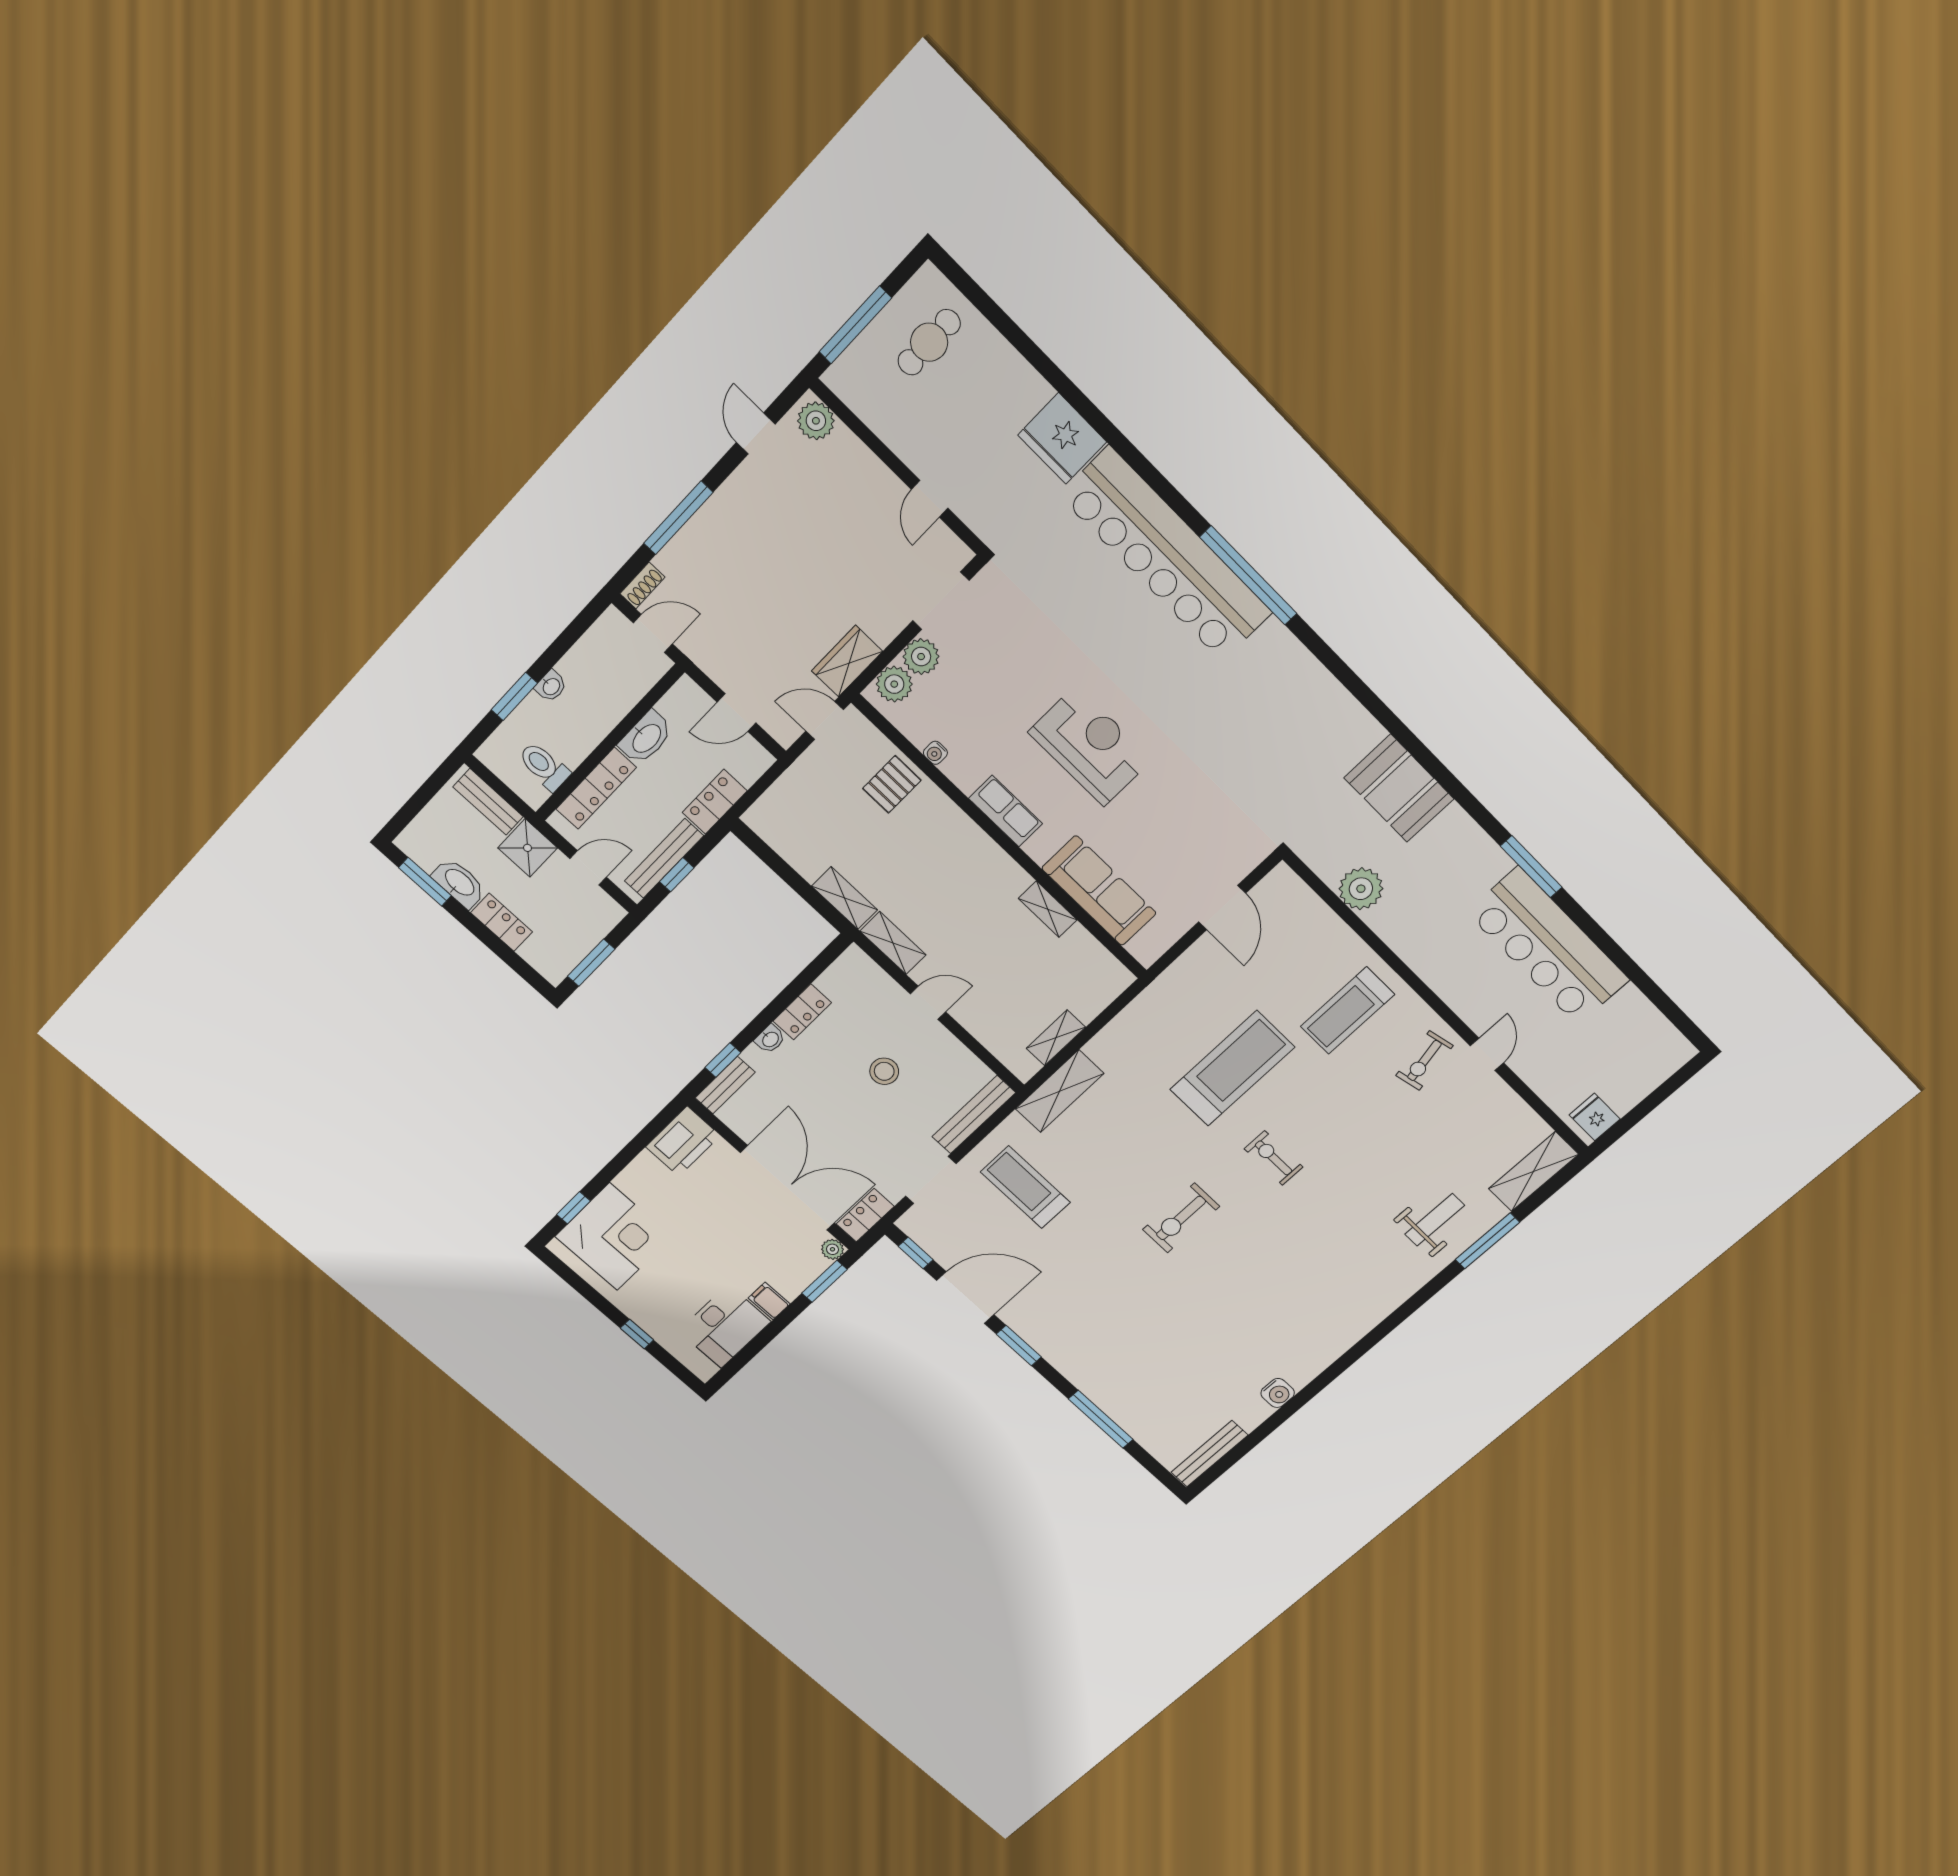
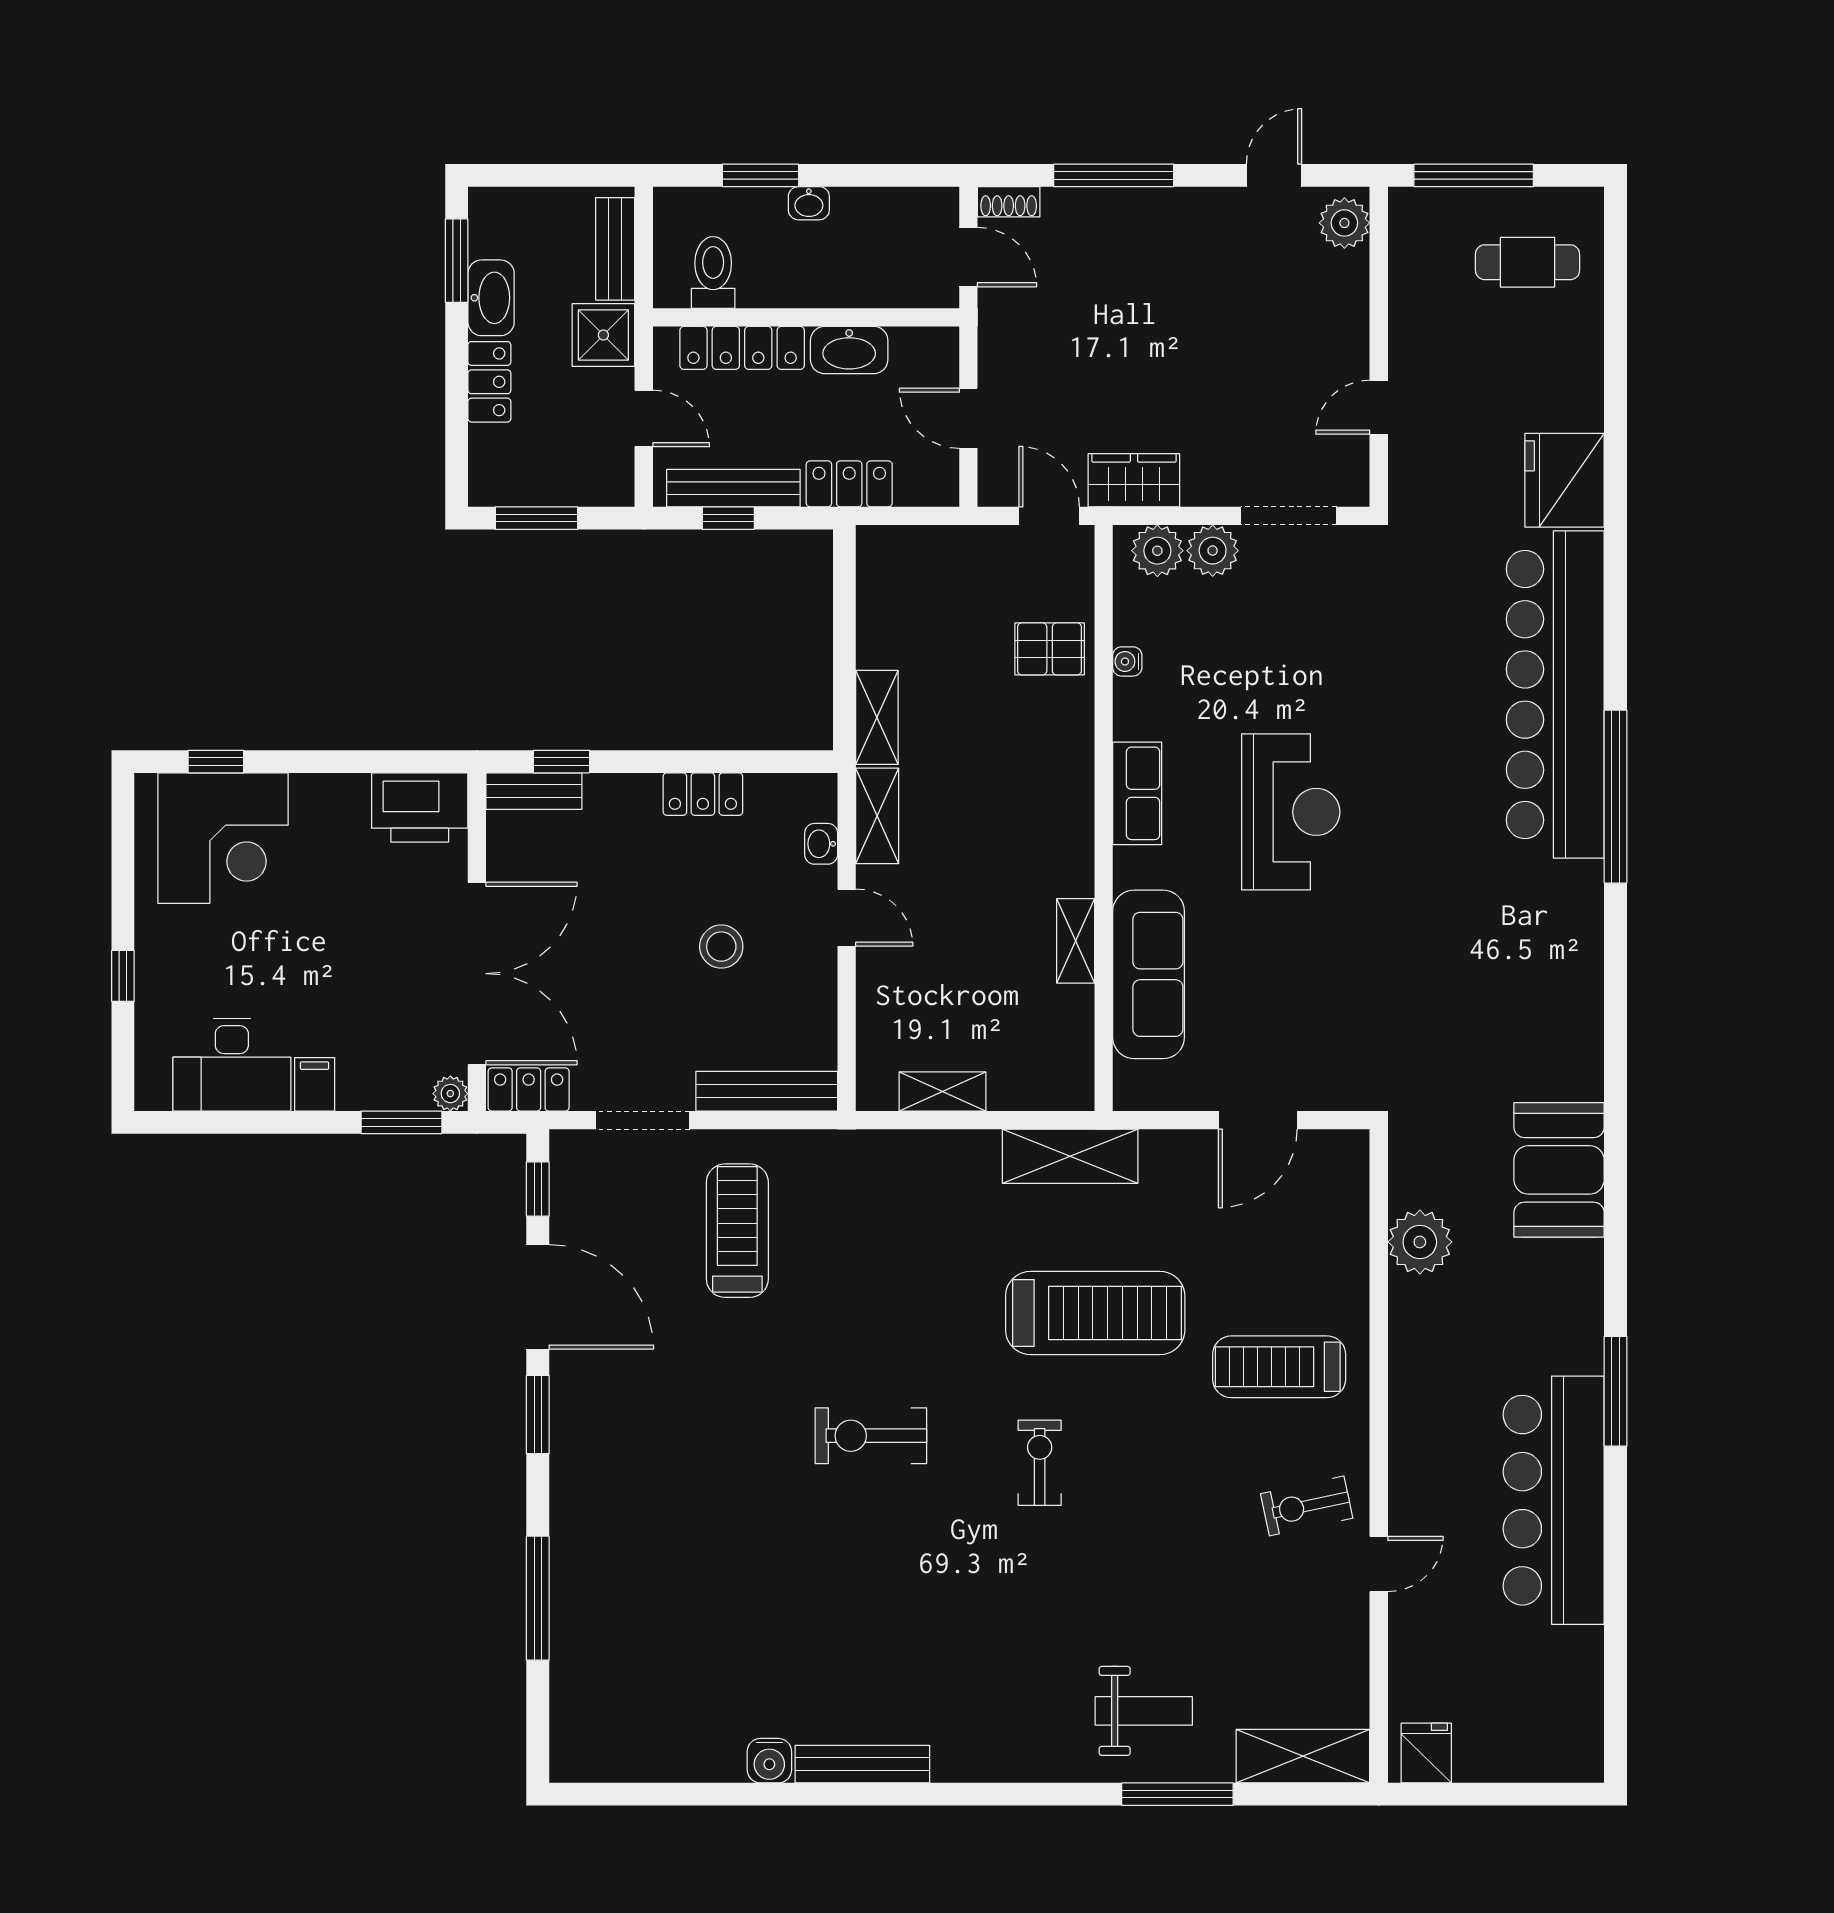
washbasin: (770, 1039) -> (821, 844), moved, turned 90
shelving: (1060, 1091) -> (1070, 1156), moved
bench: (1209, 1454) -> (862, 1764), moved

